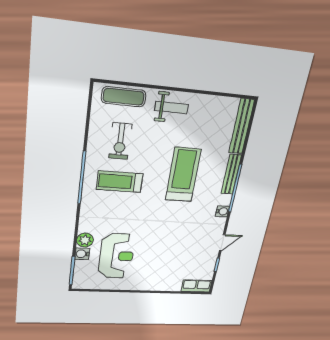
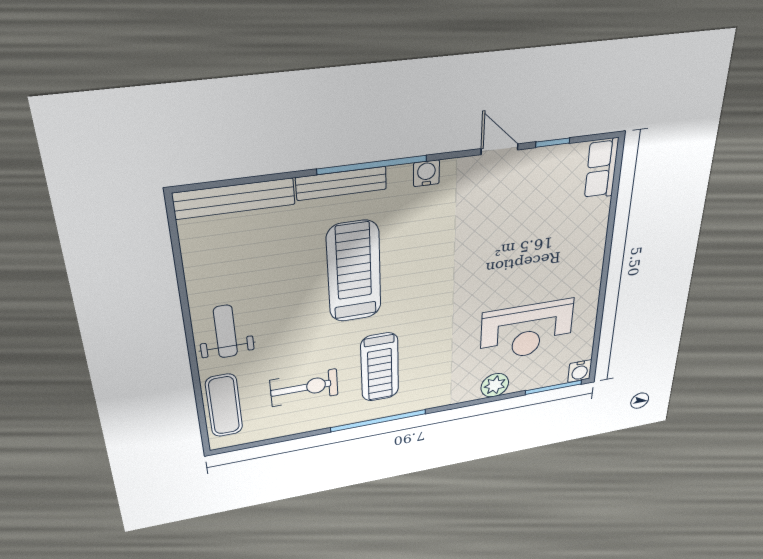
treadmill: (183, 175) -> (354, 272), turned 90
water cooler: (82, 254) -> (580, 371), moved
reception desk: (116, 256) -> (527, 331), turned 180

